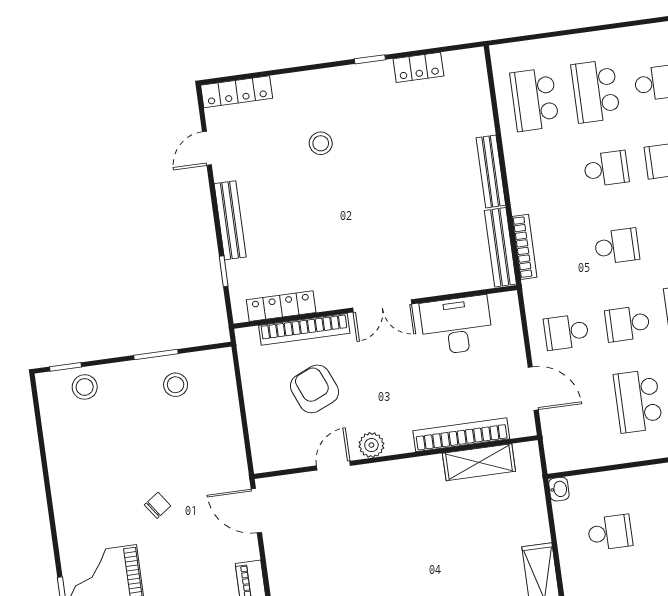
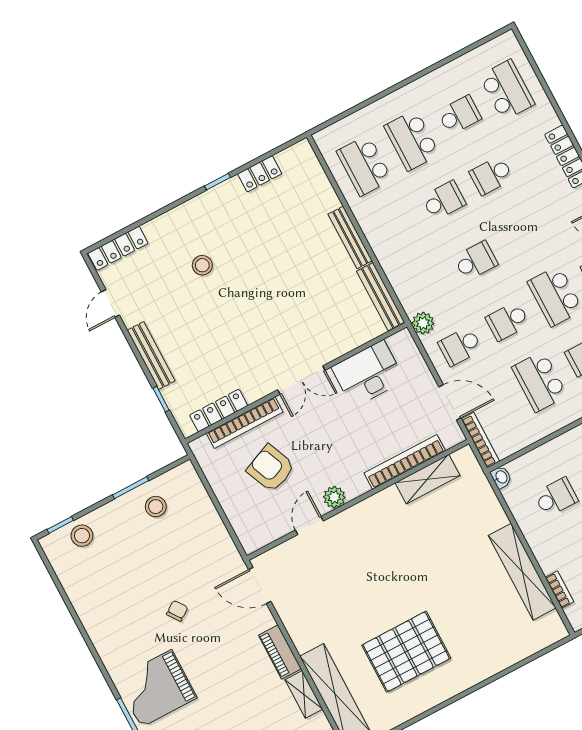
bookcase: (525, 247) -> (480, 440), moved
plant: (536, 293) -> (423, 323), added

